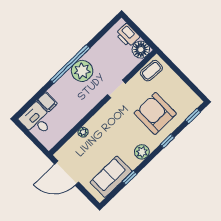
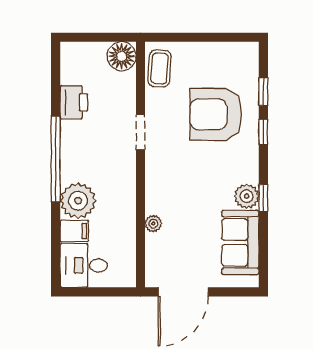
printer: (128, 35) -> (74, 102), moved, turned -90
plant: (82, 71) -> (78, 201), moved
window: (193, 116) -> (263, 91), moved
plant: (142, 152) -> (247, 196), moved
window: (130, 178) -> (263, 198), moved

